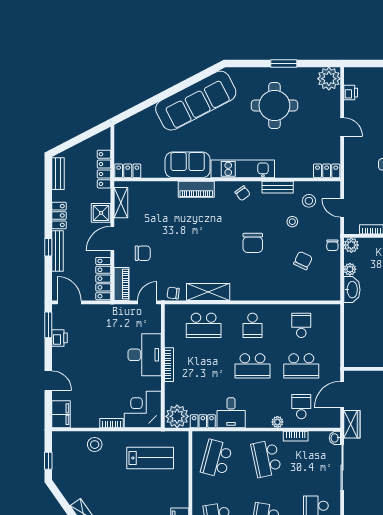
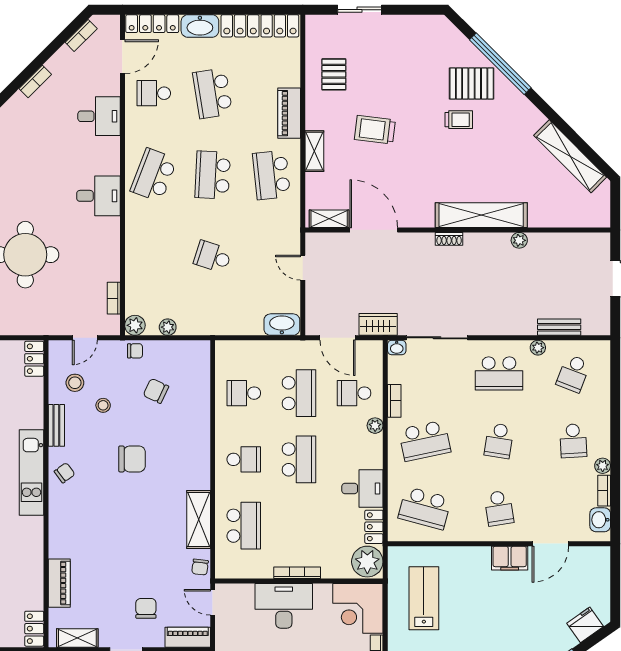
sofa: (188, 165) -> (26, 547), removed
piano: (196, 189) -> (59, 583), moved
washbasin: (352, 290) -> (282, 325), moved

